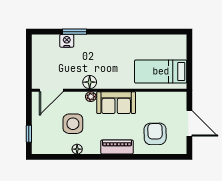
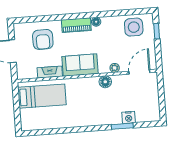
plant: (91, 97) -> (115, 68), moved
fireplace: (150, 97) -> (50, 72), added
side table: (73, 124) -> (134, 27), moved
floor lamp: (77, 149) -> (96, 22), moved

